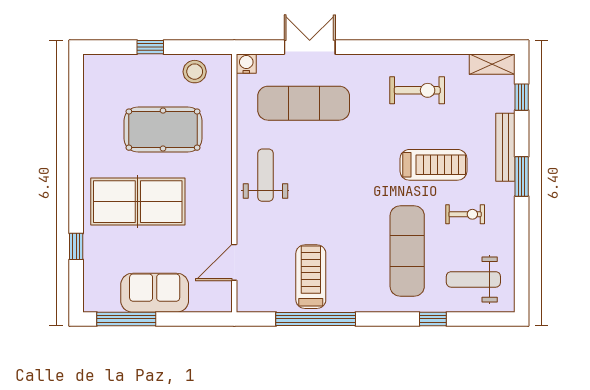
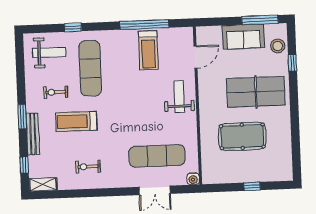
stool: (195, 72) -> (278, 46), moved
exercise bike: (417, 90) -> (88, 167), width x0.73, depth x0.72
weight bench: (265, 175) -> (179, 96), moved, turned 180

